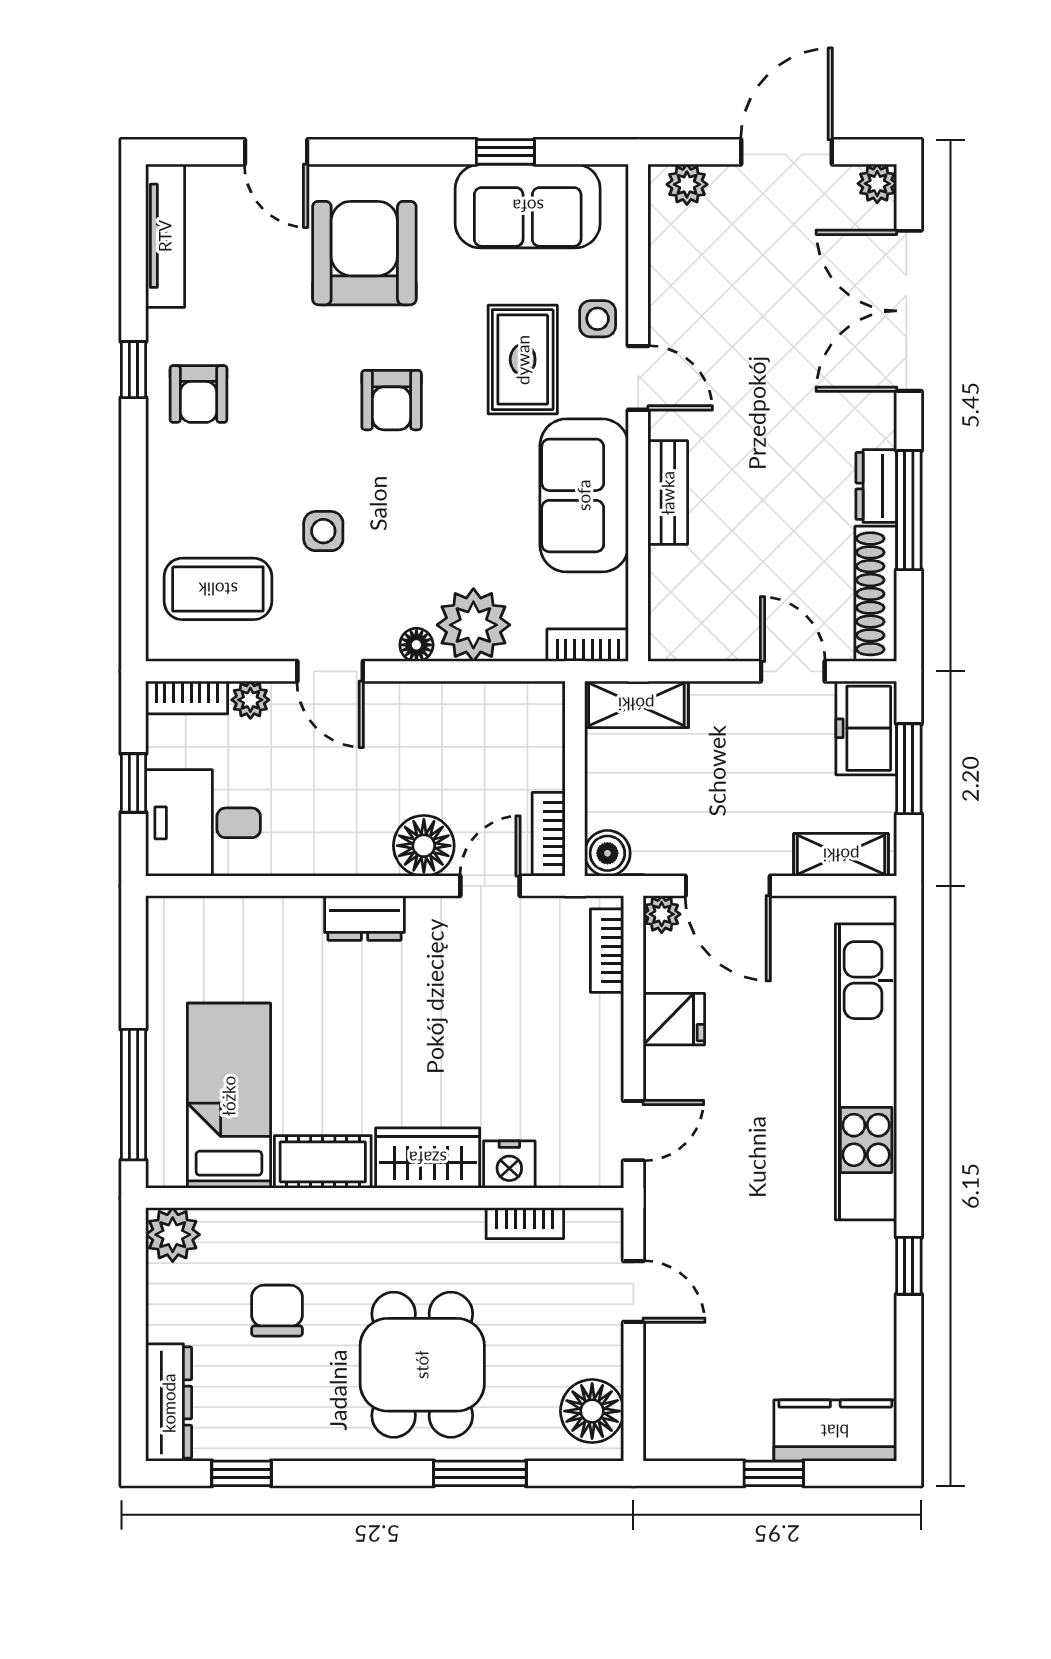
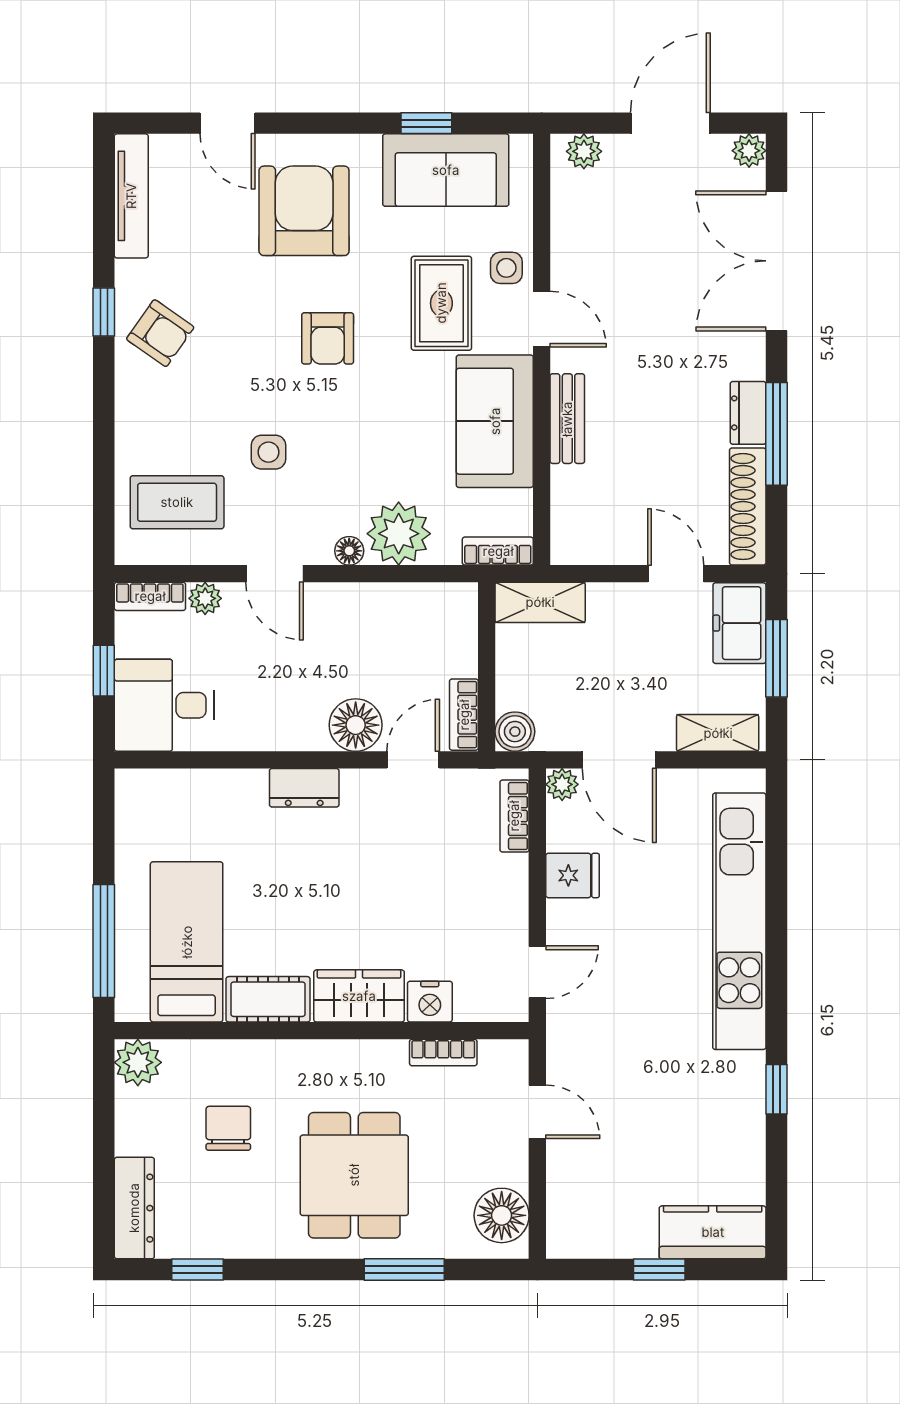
armchair: (199, 394) -> (160, 333), turned -55

